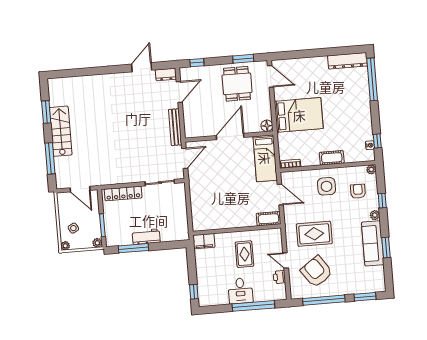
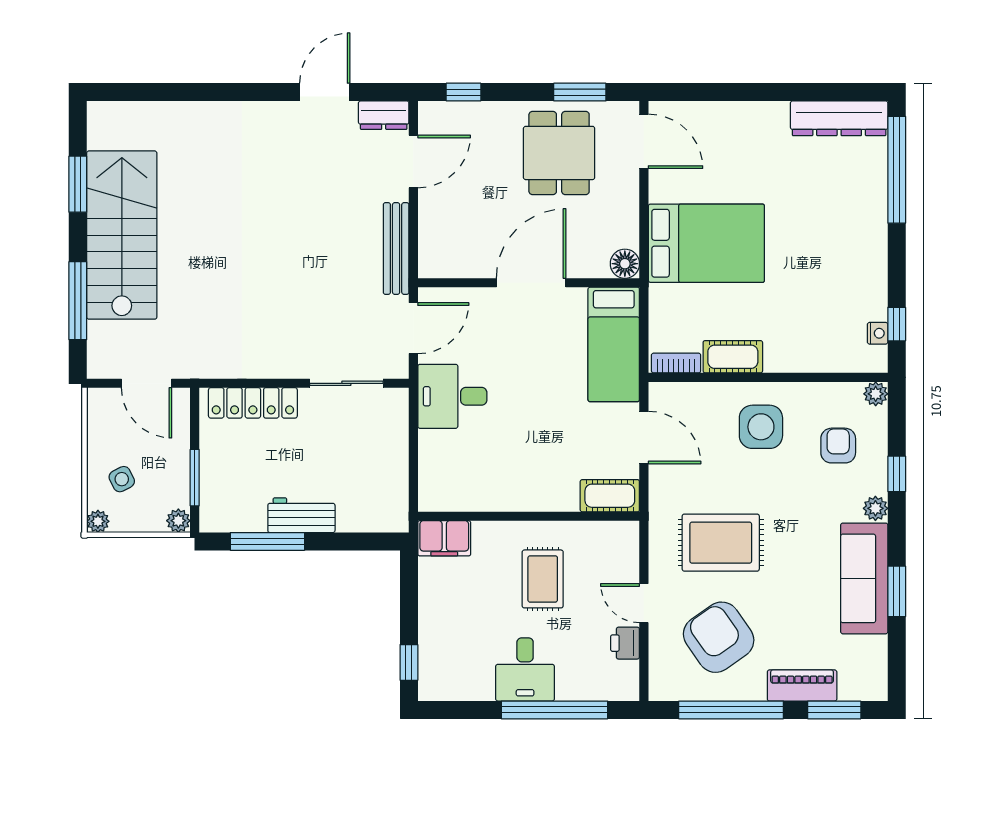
stairs: (61, 131) -> (122, 235), width x1.36, depth x1.51
cot: (332, 158) -> (733, 357), moved
desk: (202, 184) -> (452, 396), added
piano: (351, 288) -> (802, 685), added

